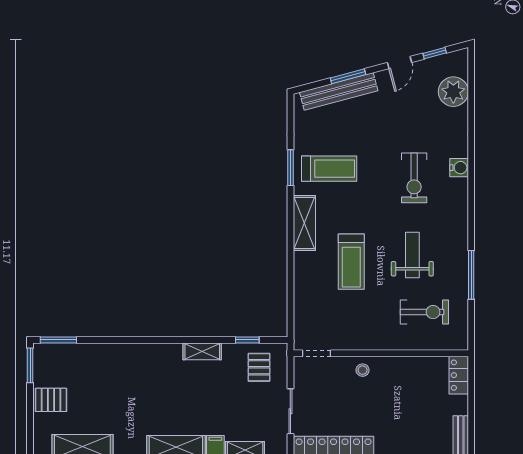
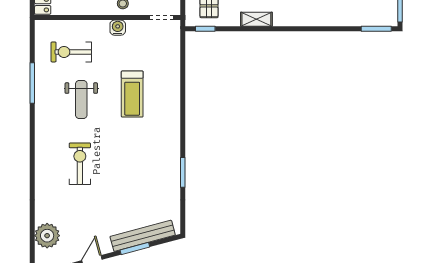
water cooler: (459, 168) -> (118, 28), moved, turned 90
treadmill: (329, 169) -> (151, 172), removed
shelving: (304, 223) -> (171, 126), removed
treadmill: (351, 262) -> (132, 94), turned 180
window: (247, 340) -> (205, 29), moved

